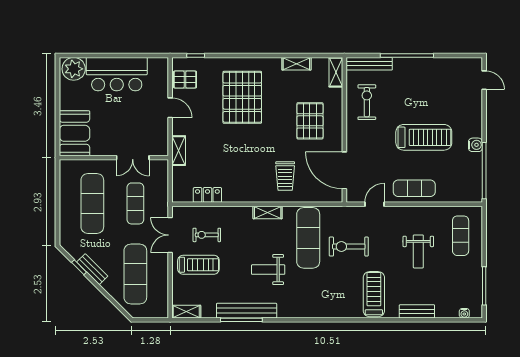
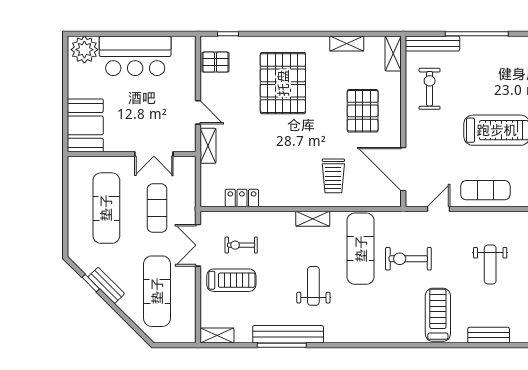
door: (170, 108) -> (198, 112), moved
weight bench: (268, 270) -> (313, 286), turned 90

